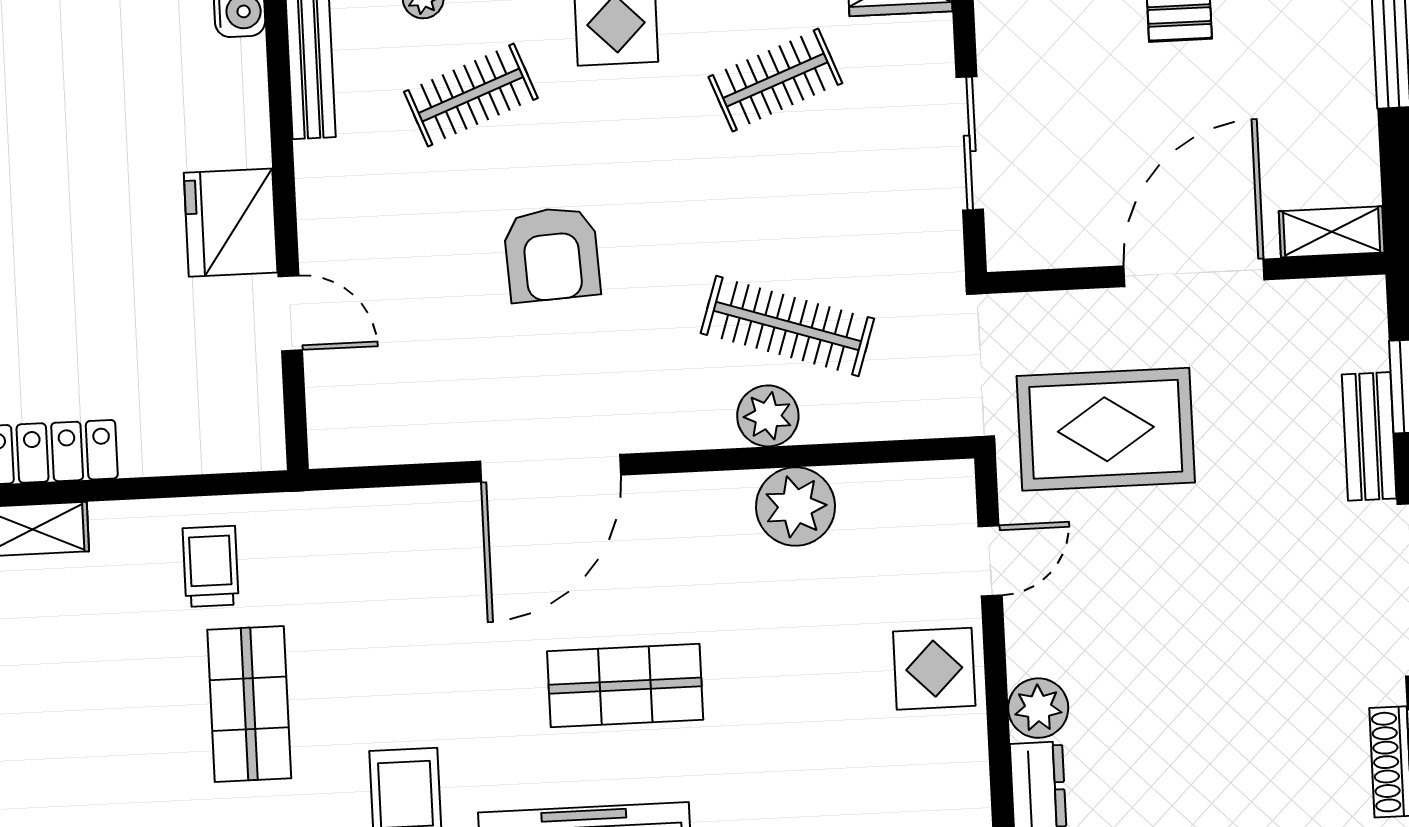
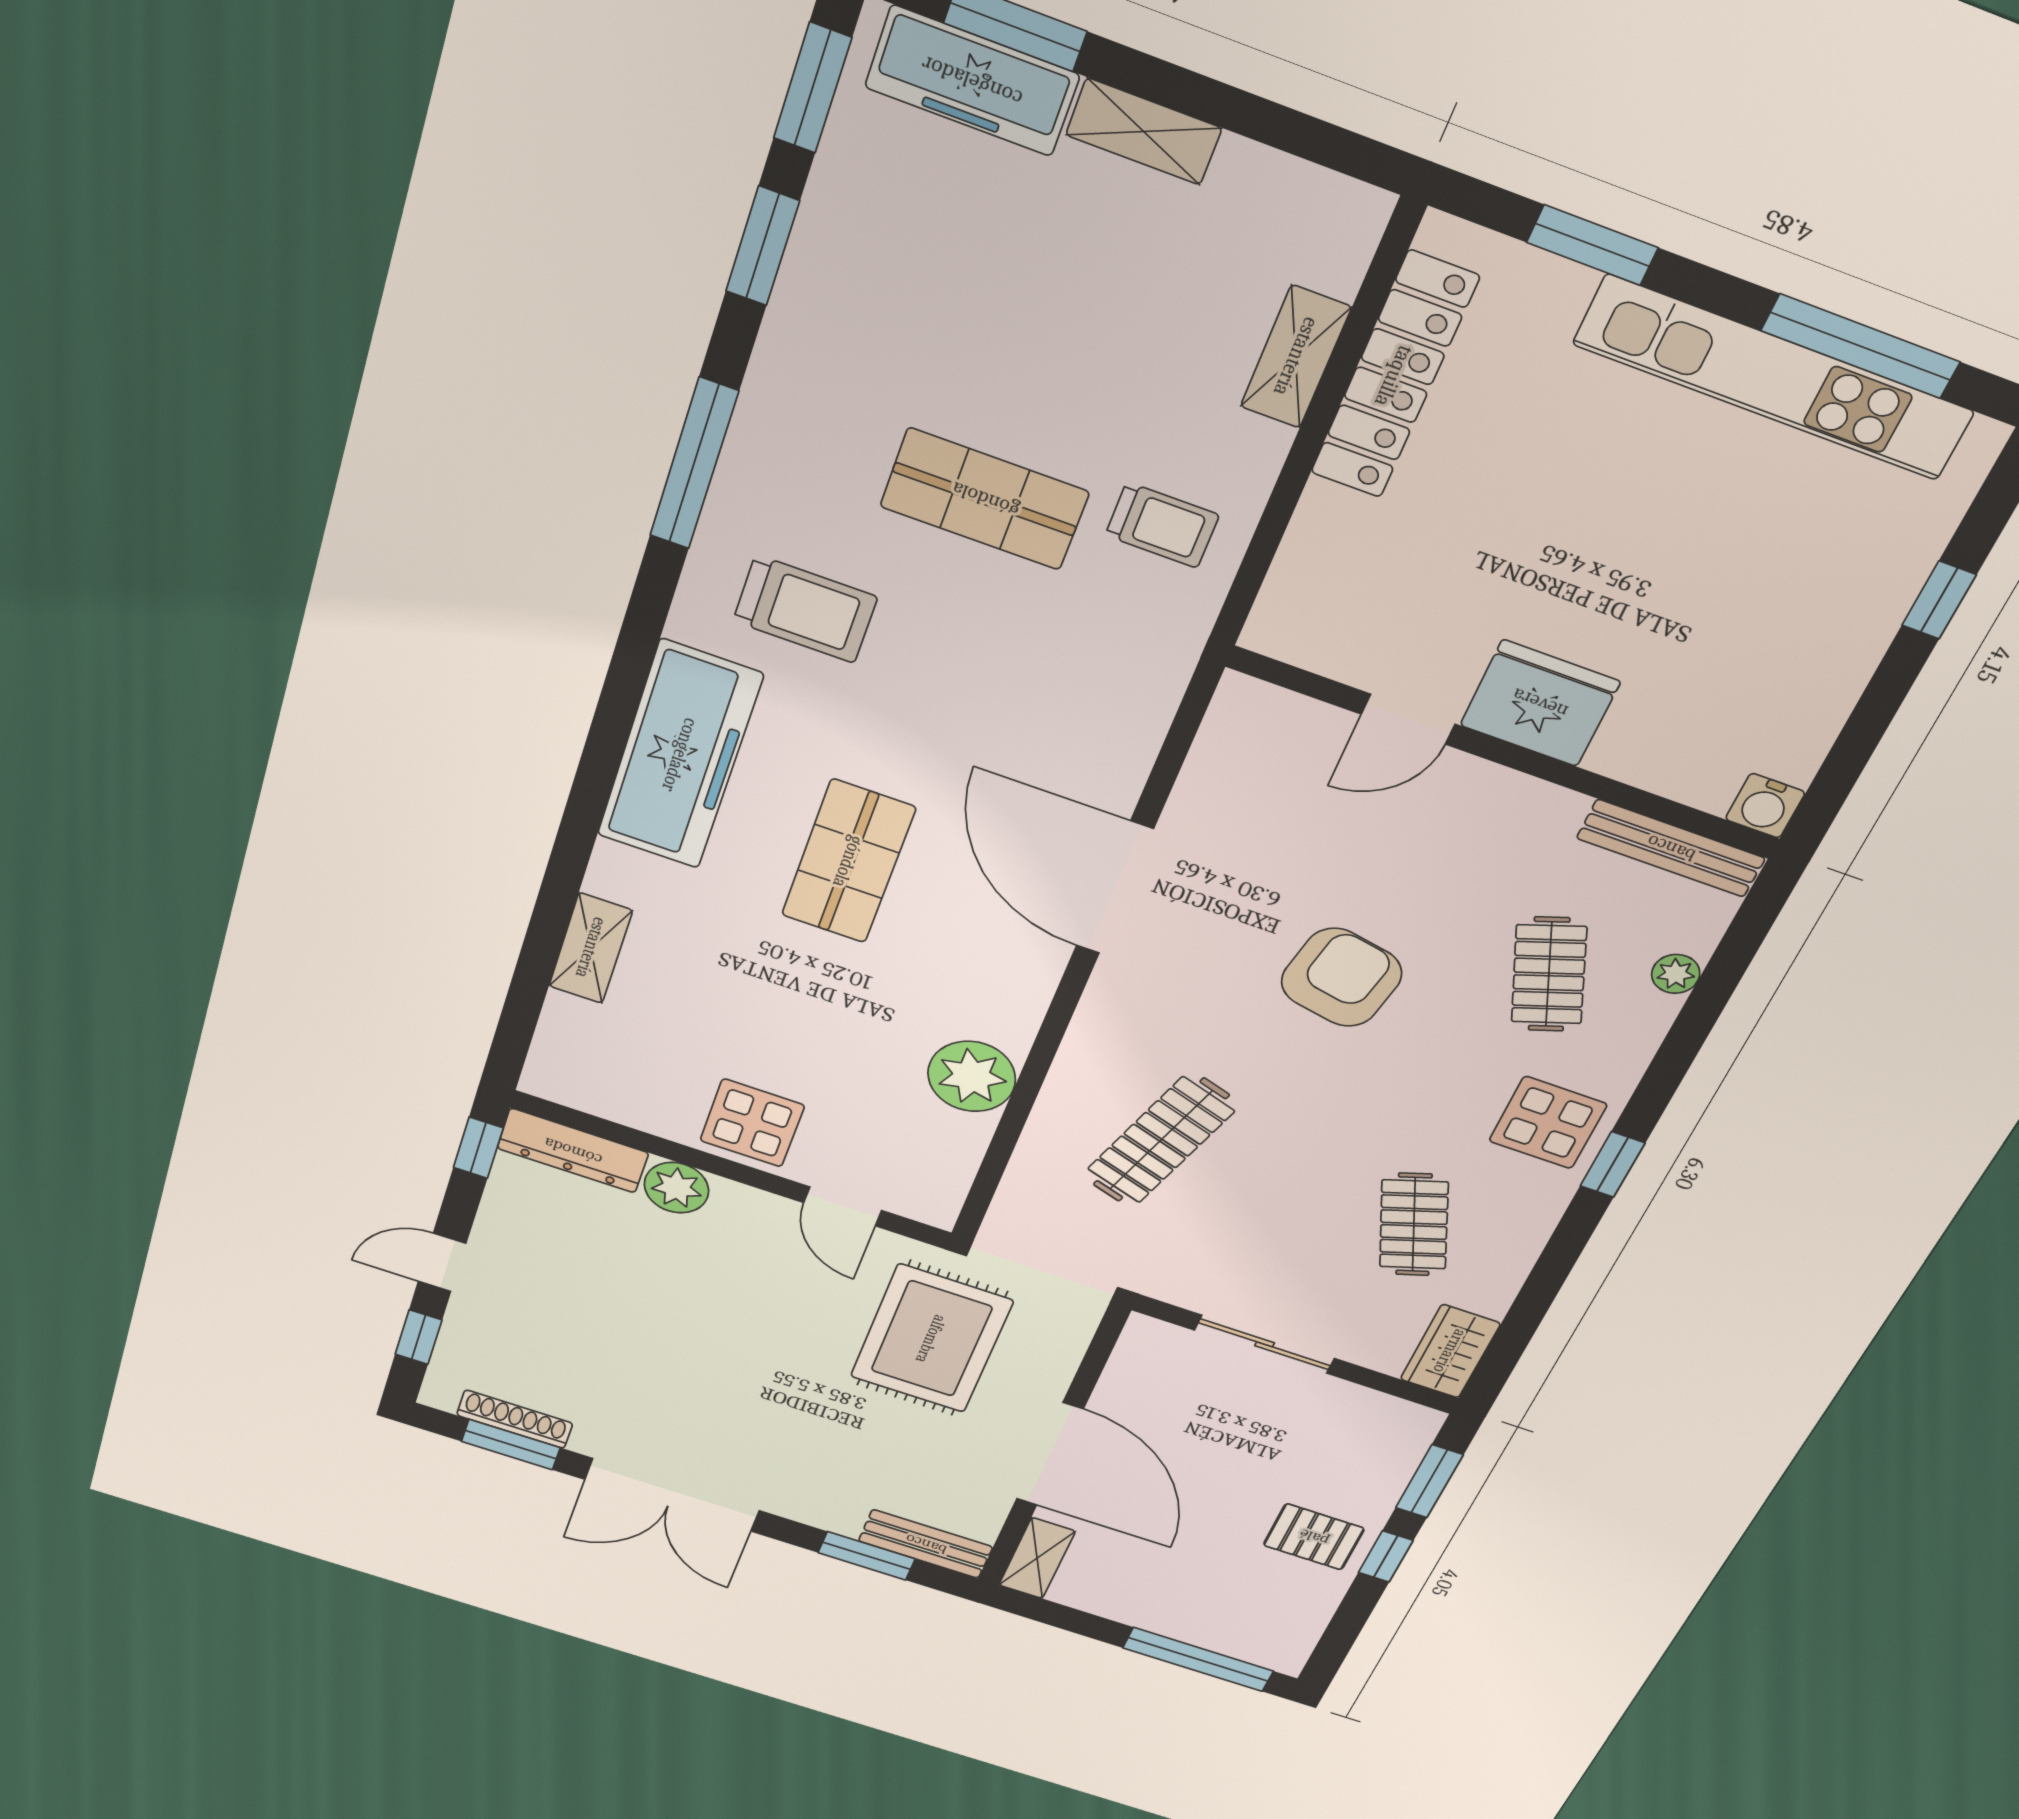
armchair: (552, 254) -> (1341, 978), turned 104
plant: (768, 416) -> (1077, 1090), removed
bench: (1369, 436) -> (926, 1544), moved

